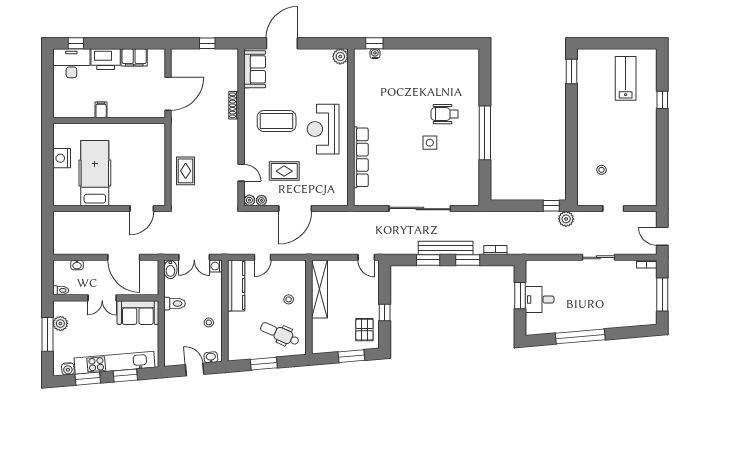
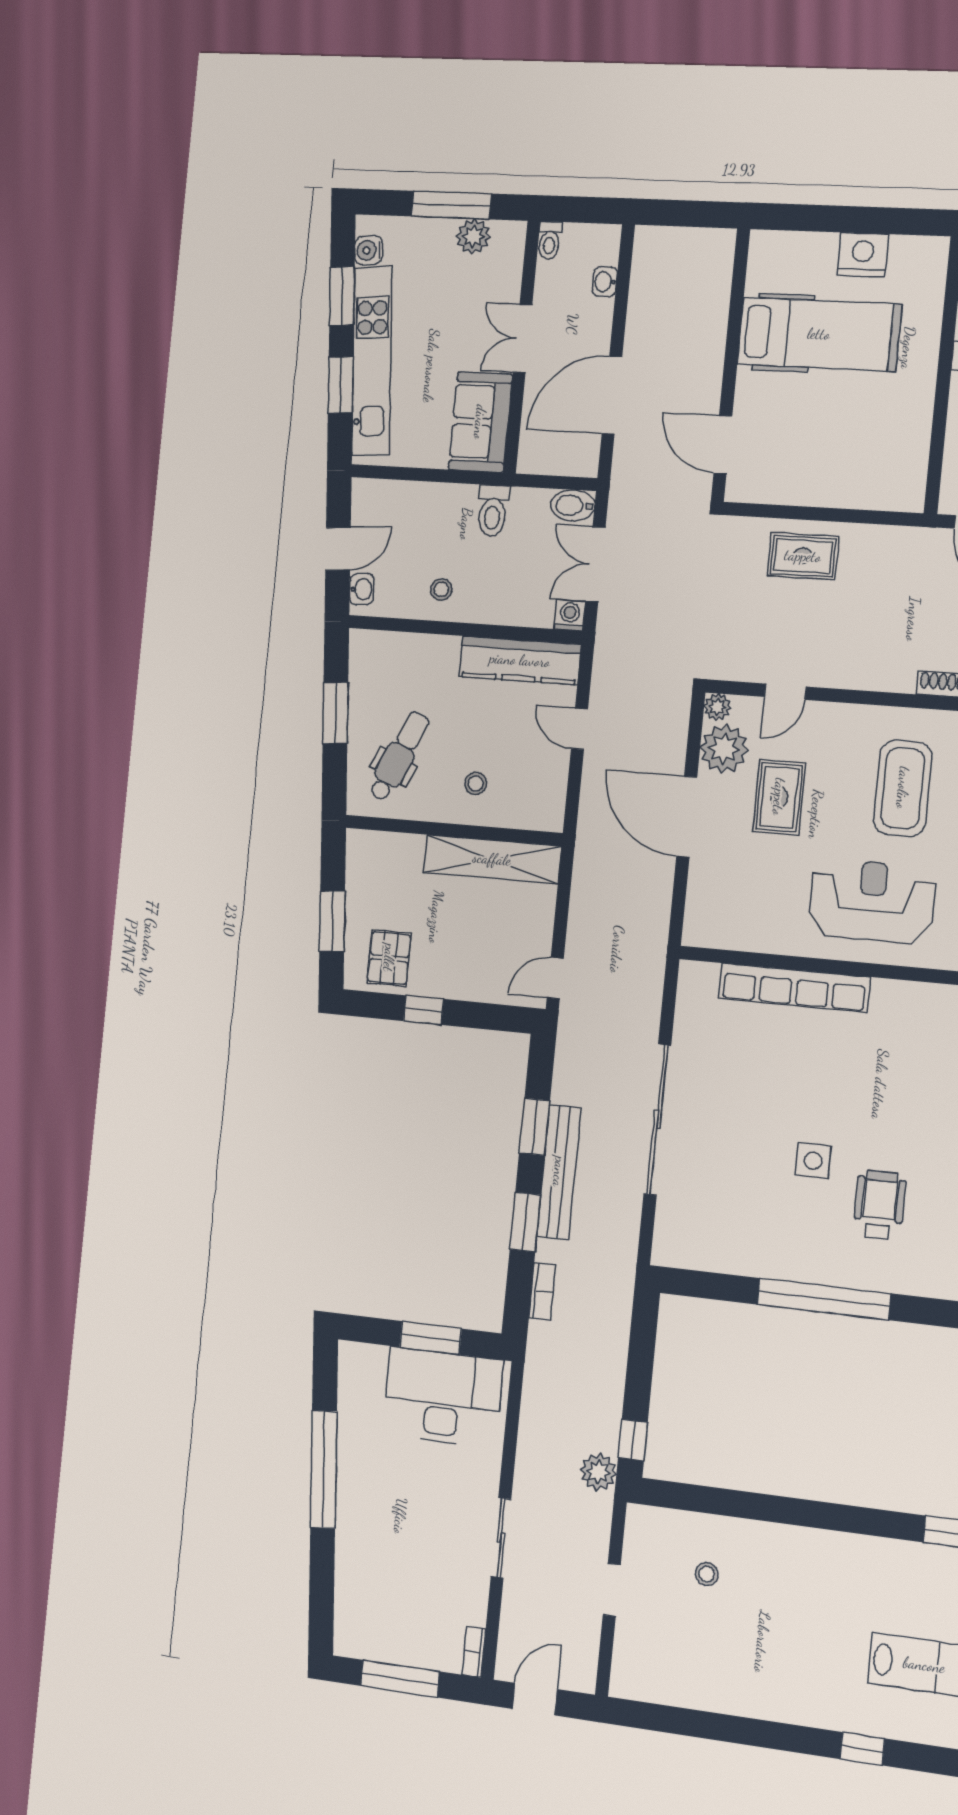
plant: (261, 200) -> (724, 749), width x1.87, depth x1.87
desk: (540, 299) -> (443, 1397), width x1.87, depth x1.30
pallet: (364, 330) -> (389, 958), turned 90

